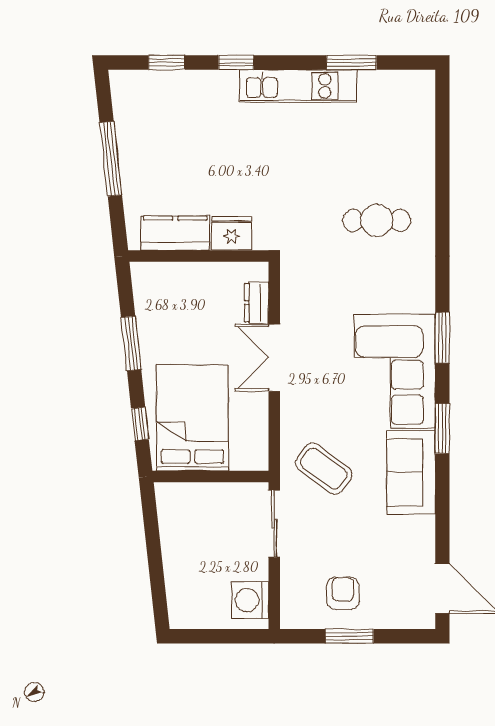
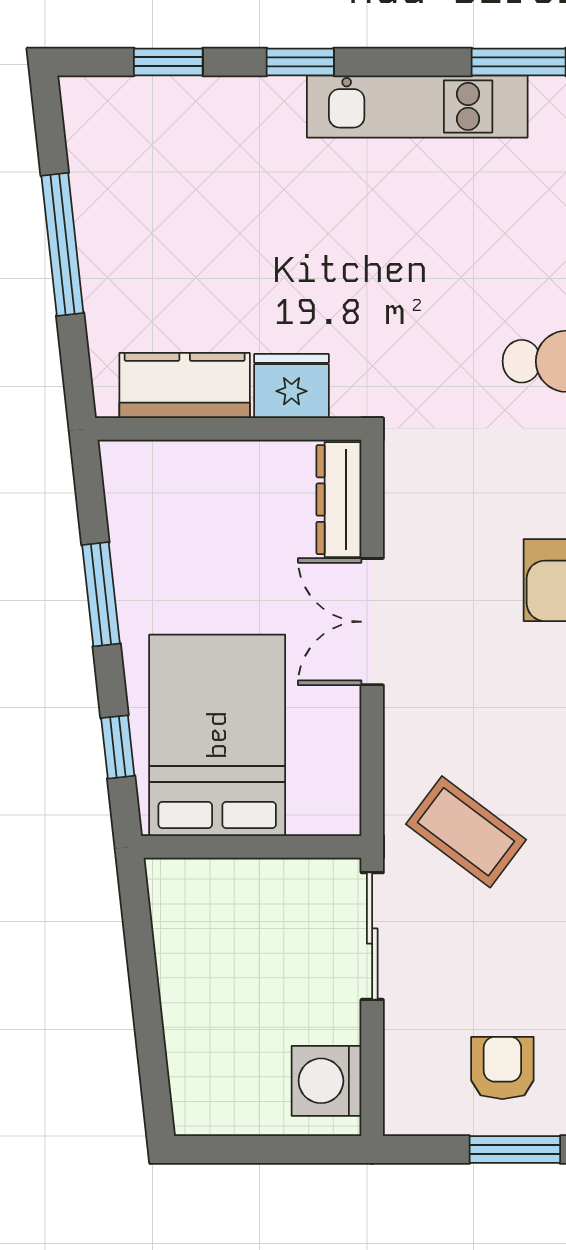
dresser: (257, 303) -> (339, 500), width x1.44

